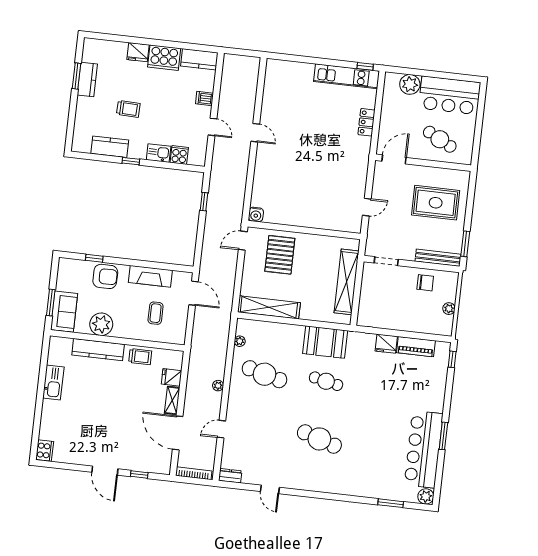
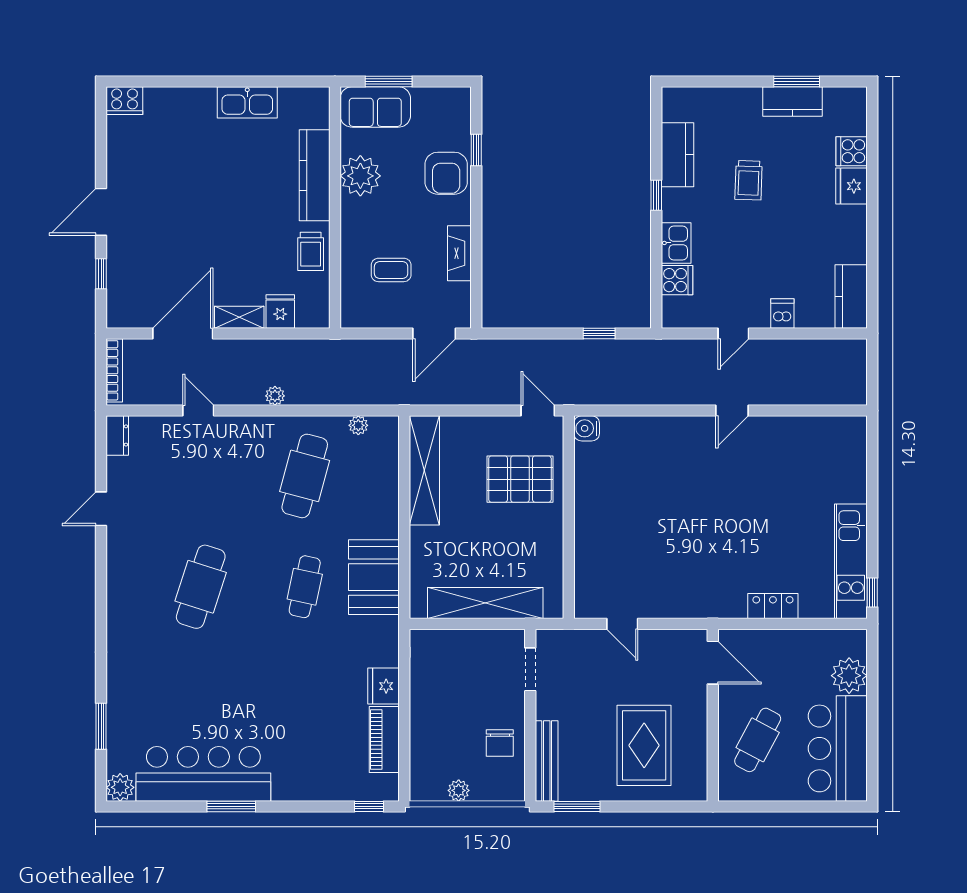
cooker: (164, 58) -> (852, 151), moved, width x0.53, depth x0.76
fireplace: (150, 276) -> (459, 253), width x0.73, depth x0.76

